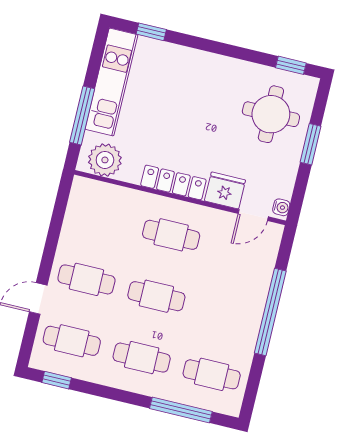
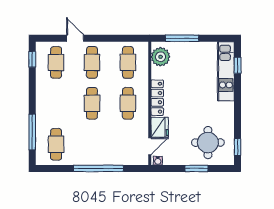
kitchen unit: (111, 82) -> (226, 71), moved, turned 90
door: (253, 215) -> (150, 146), swing flipped
cafe table: (142, 358) -> (128, 62), moved

